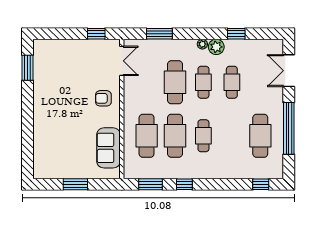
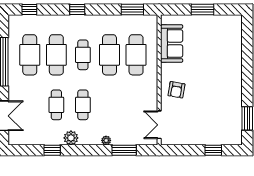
window: (96, 34) -> (213, 150), moved
plant: (202, 44) -> (106, 140), moved
cafe table: (175, 82) -> (56, 55), moved
armchair: (103, 98) -> (176, 90), turned 100
window: (184, 184) -> (77, 9), moved

